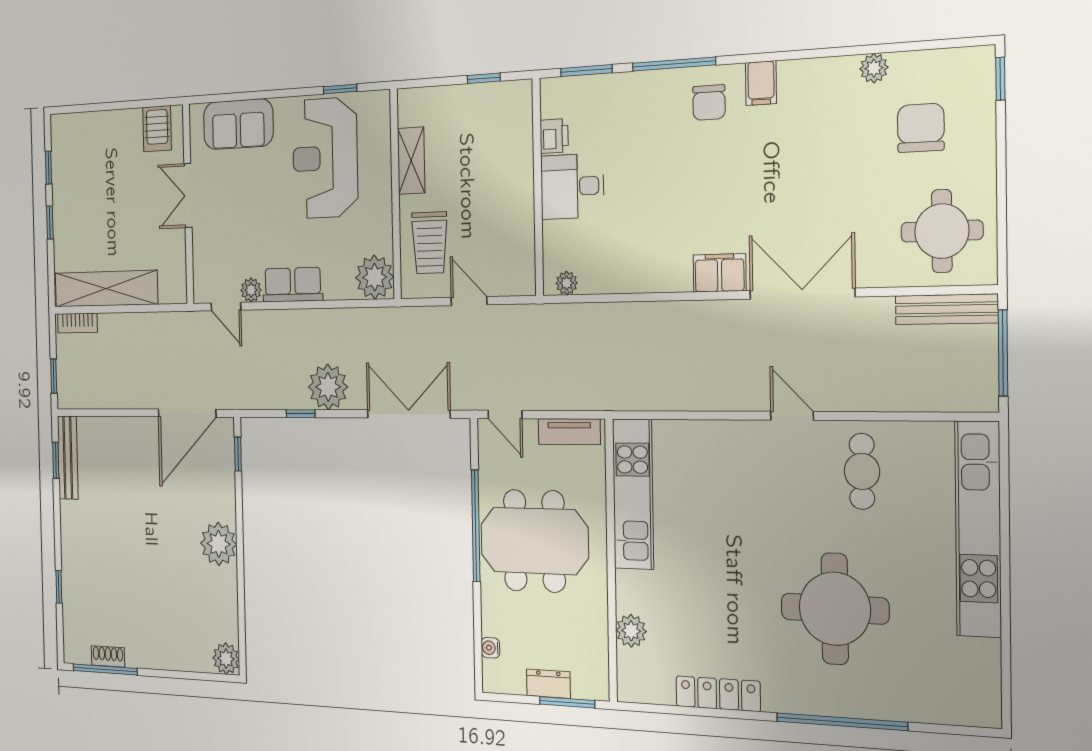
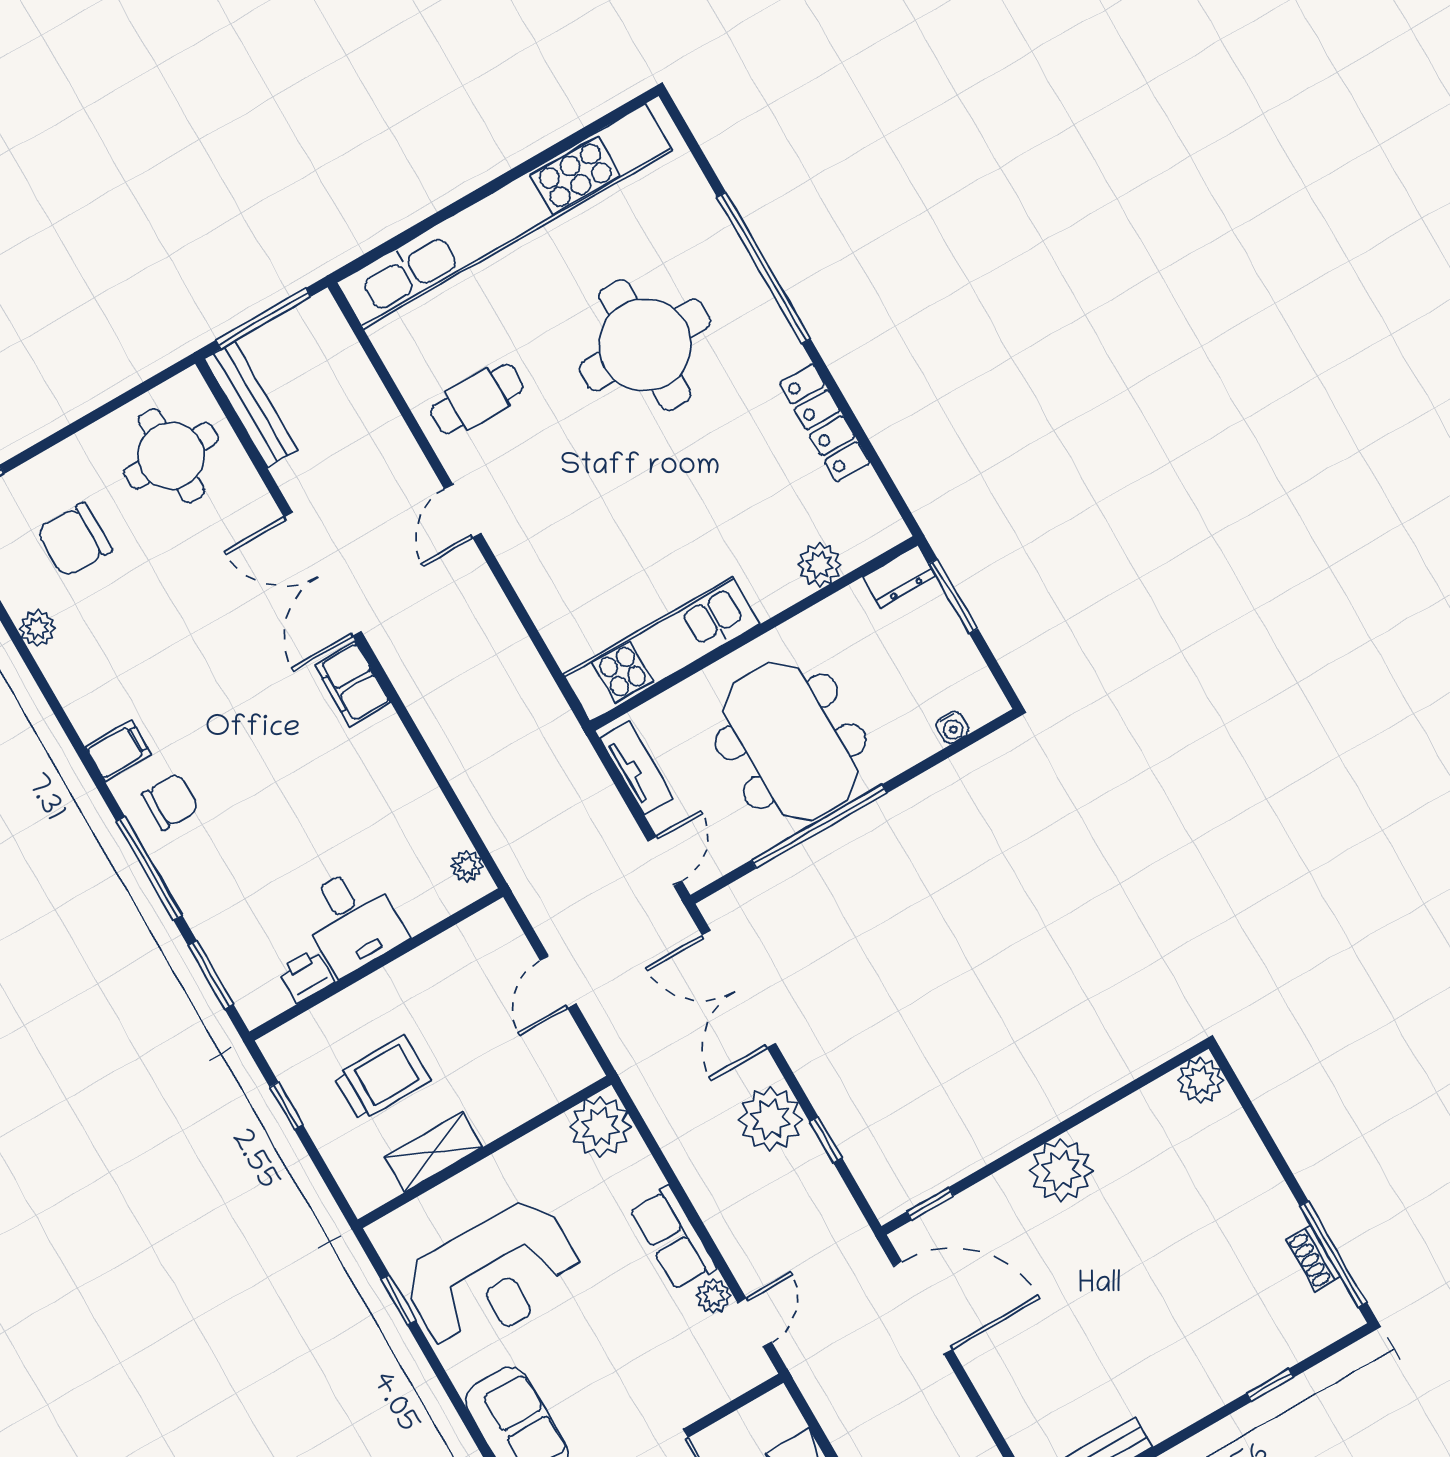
trolley: (430, 243) -> (382, 1078), moved
kitchen unit: (978, 529) -> (504, 216), width x1.36
dresser: (548, 684) -> (899, 576), moved, turned -90

